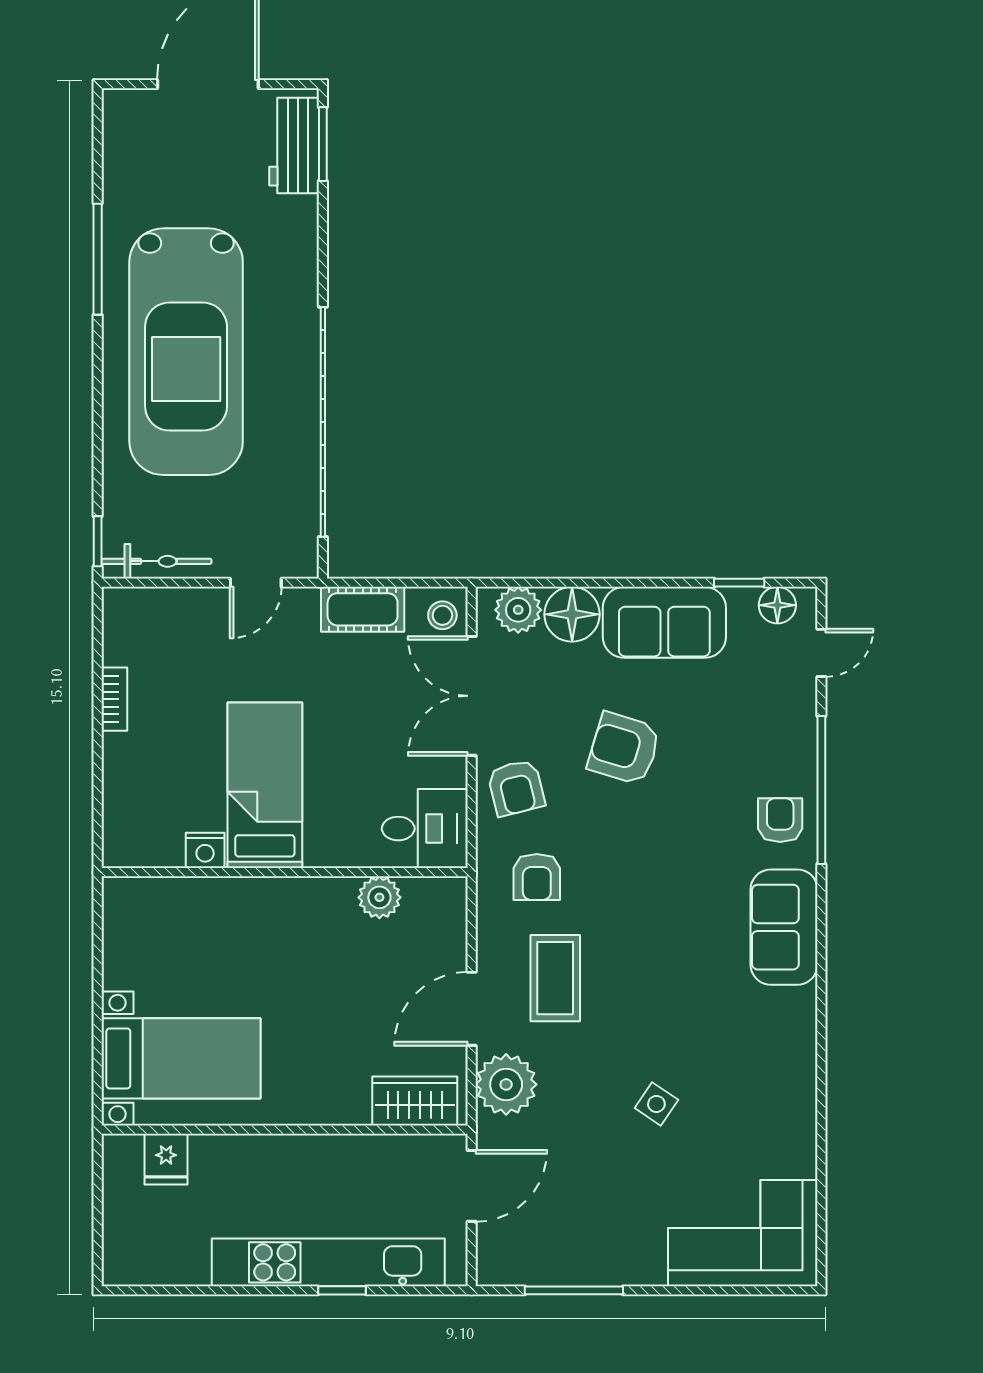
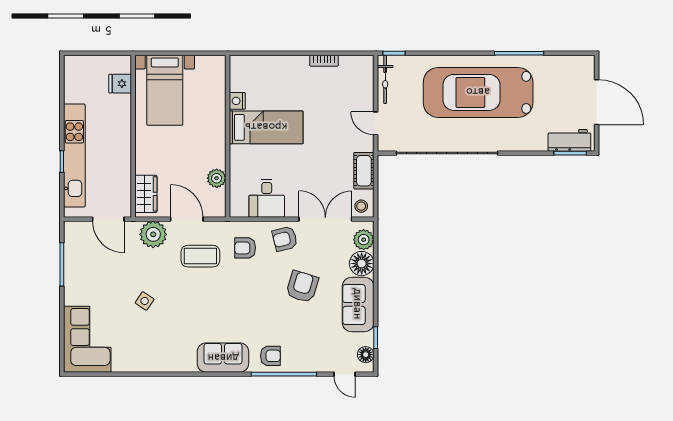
bed: (265, 785) -> (266, 127), moved
nightstand: (205, 850) -> (237, 101), moved
wall: (285, 872) -> (228, 136), moved
plant: (379, 897) -> (217, 178), moved

